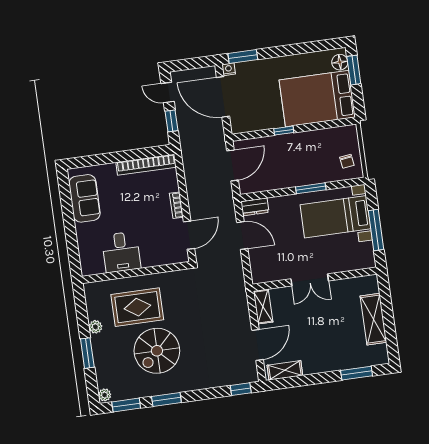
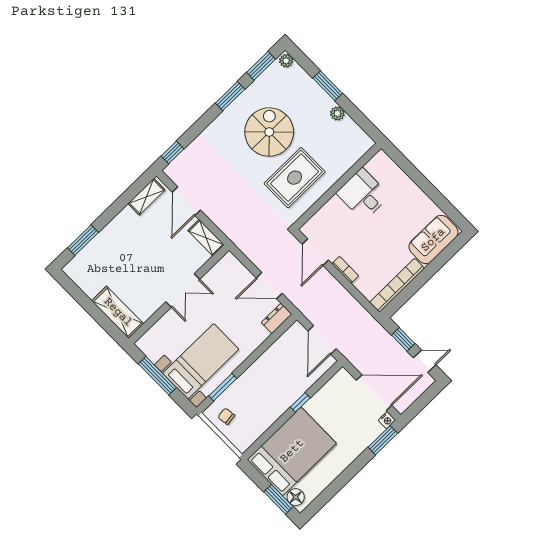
window: (311, 188) -> (223, 387), moved
sofa: (84, 198) -> (433, 240), moved, turned 90
double door: (310, 280) -> (183, 290), swing flipped
rug: (137, 307) -> (295, 178), moved
shelving: (373, 319) -> (118, 312), moved

